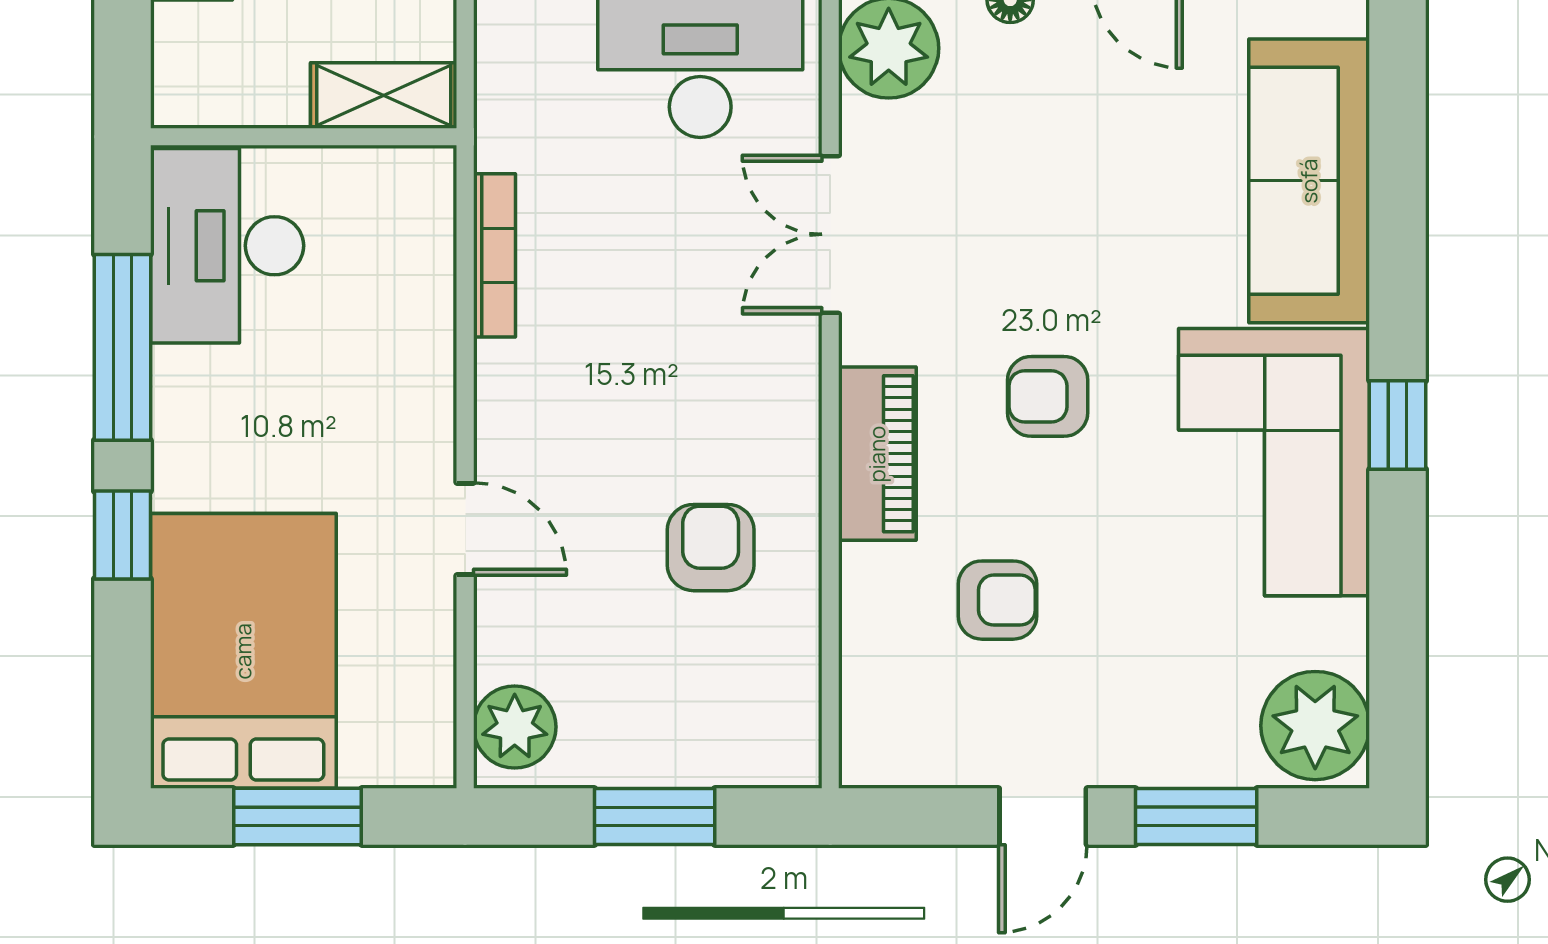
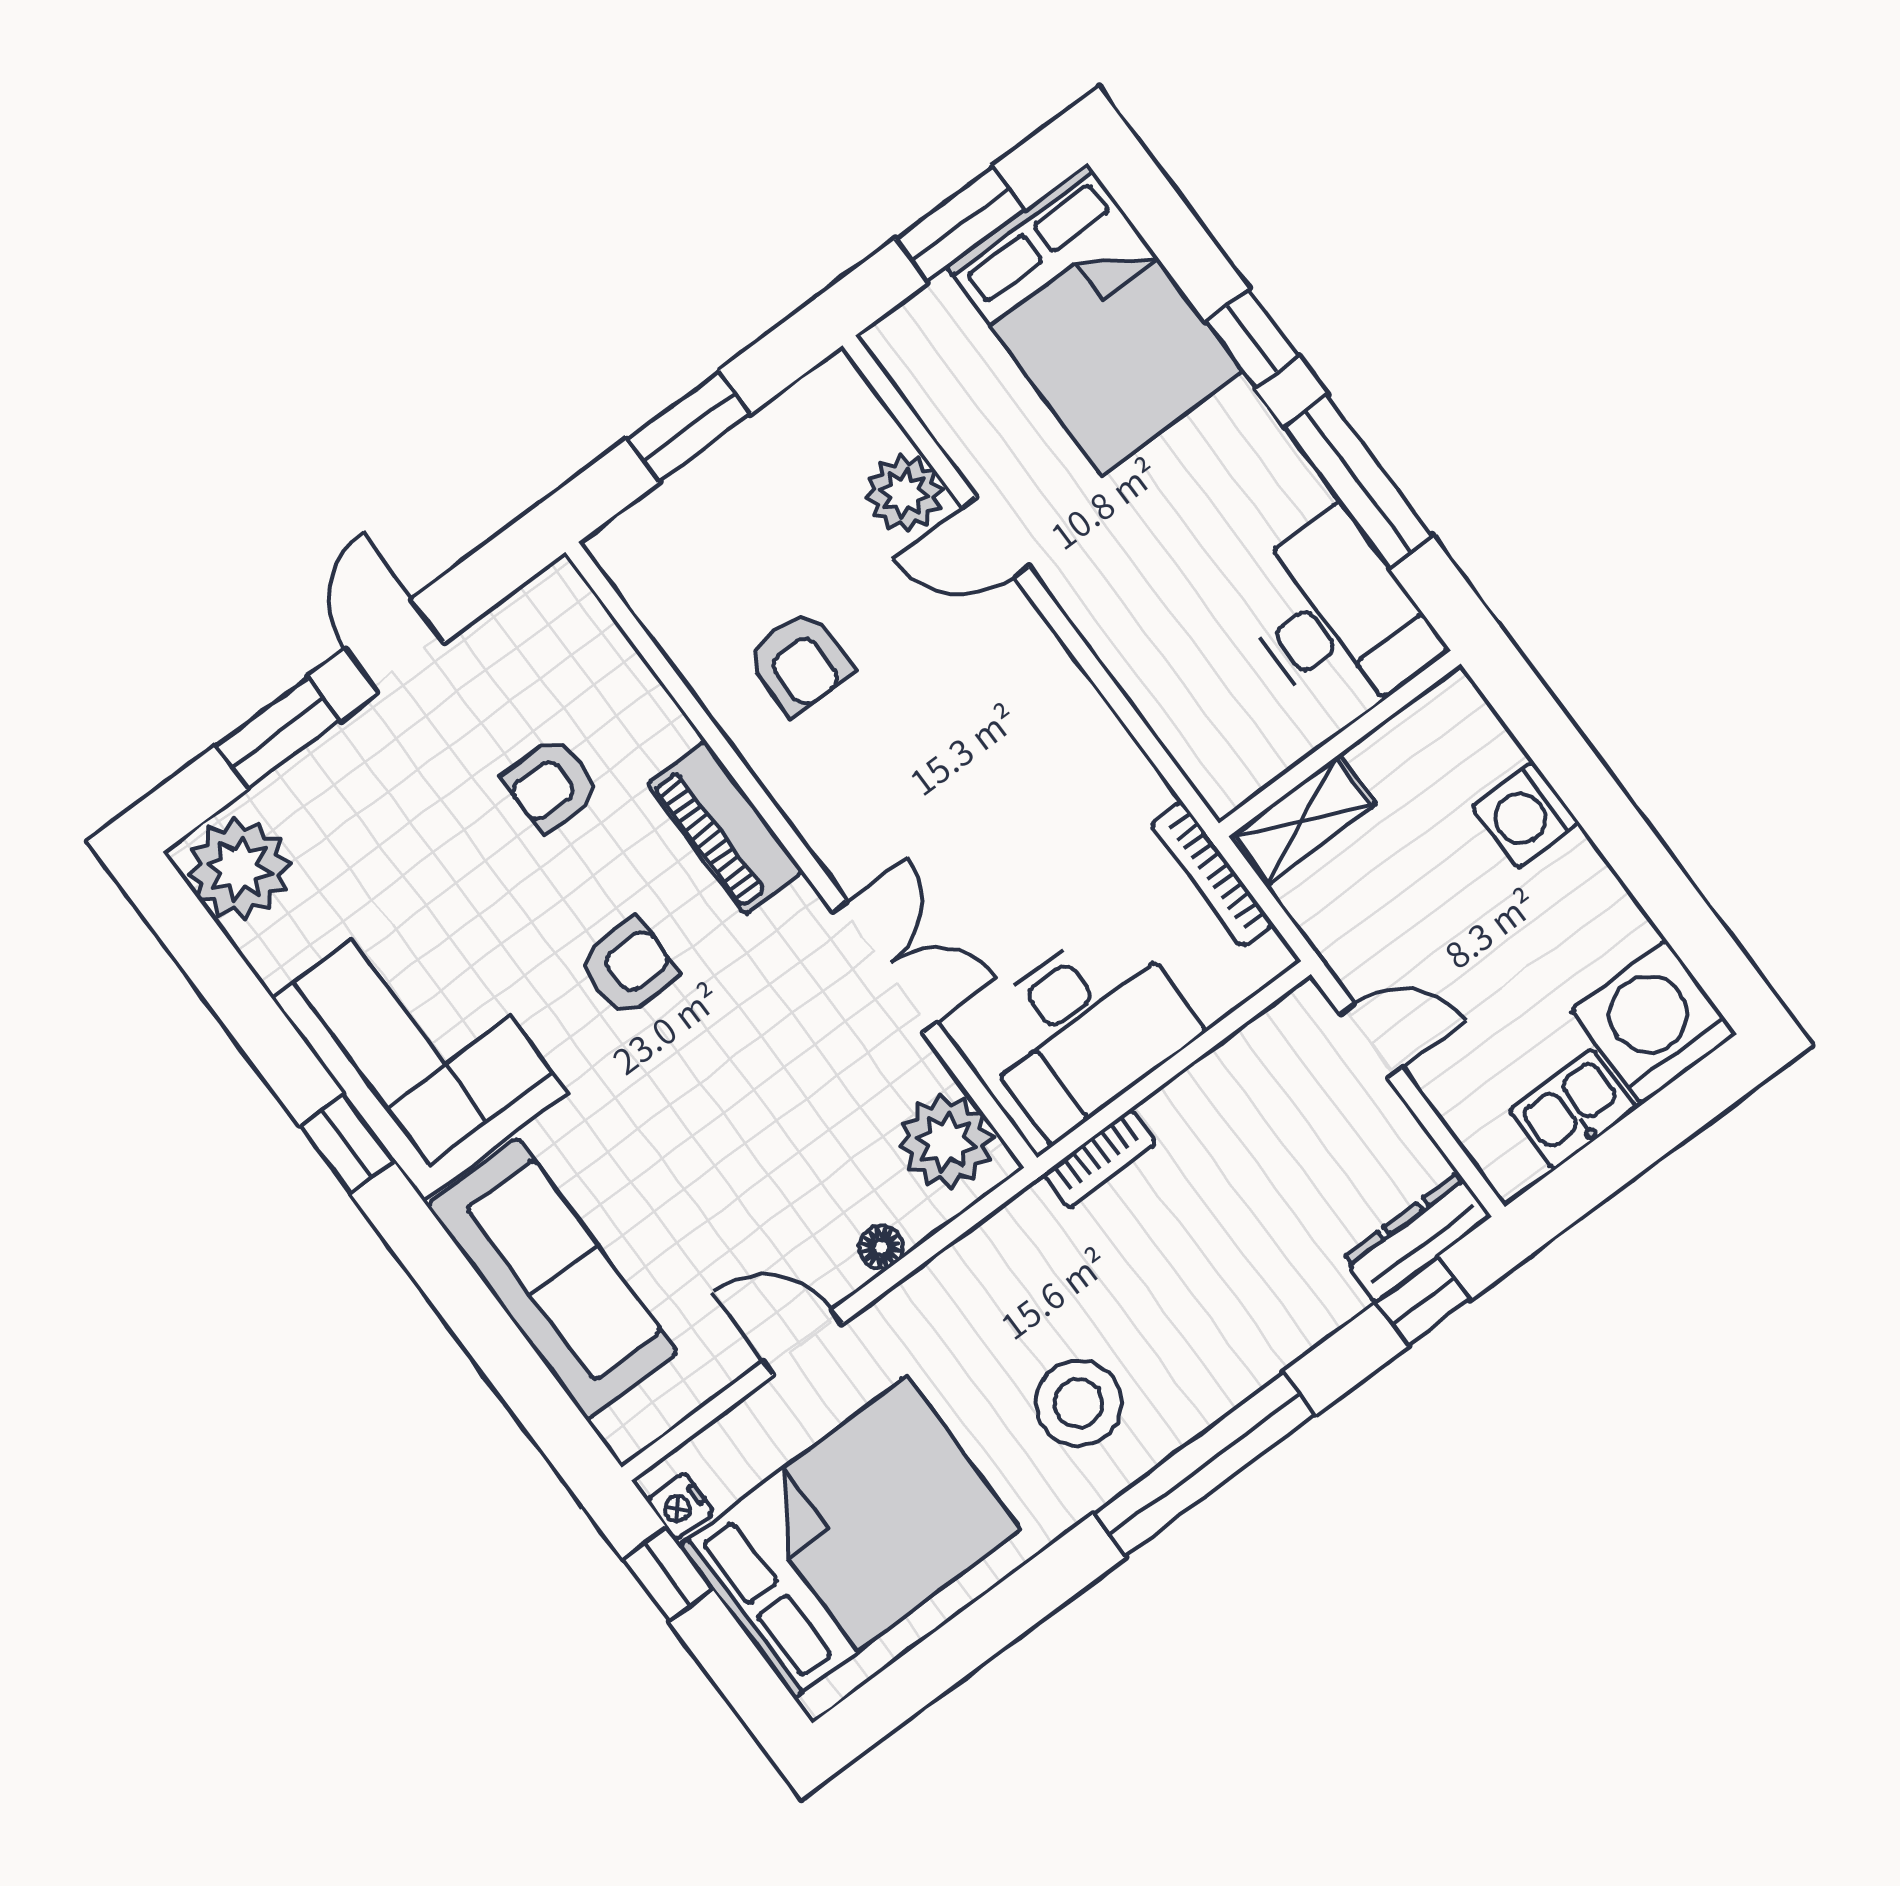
bookcase: (494, 255) -> (1212, 874), moved
plant: (515, 727) -> (904, 493), moved

